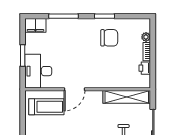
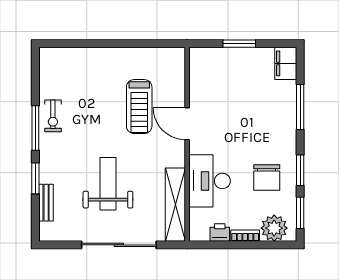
window: (132, 16) -> (300, 213), added
plant: (146, 37) -> (274, 228), width x1.87, depth x1.87
desk: (38, 71) -> (210, 181), moved, turned -90
treadmill: (46, 107) -> (139, 107), moved

